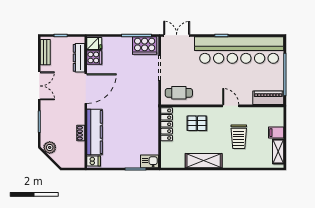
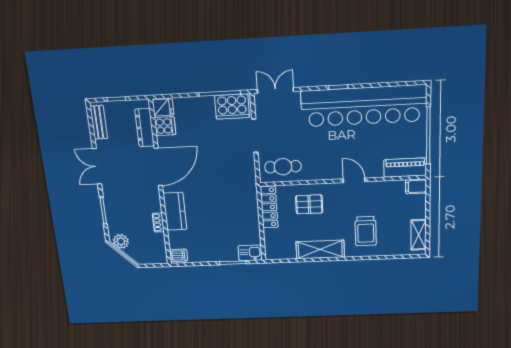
double door: (39, 86) -> (97, 166), swing flipped
kitchen counter: (95, 132) -> (175, 211), width x0.67
filing cabinet: (276, 133) -> (416, 186), moved
trolley: (239, 137) -> (366, 231), moved

